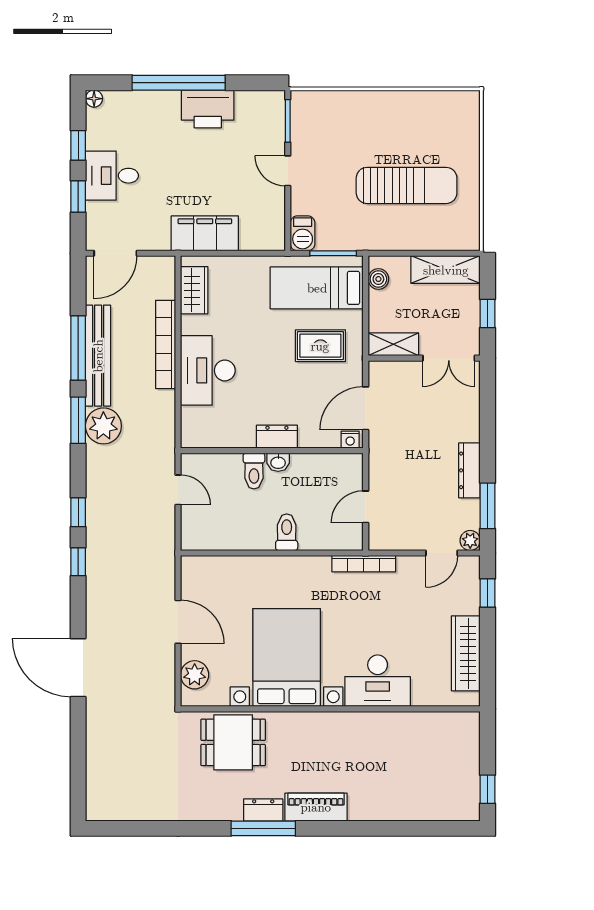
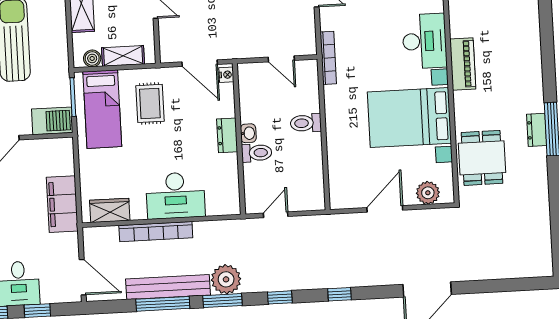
barbecue: (303, 233) -> (52, 121), width x1.38, depth x1.27
shelving: (393, 344) -> (123, 56), moved, turned 90
window: (78, 512) -> (280, 297), moved
piano: (316, 807) -> (463, 64), moved, turned 180

